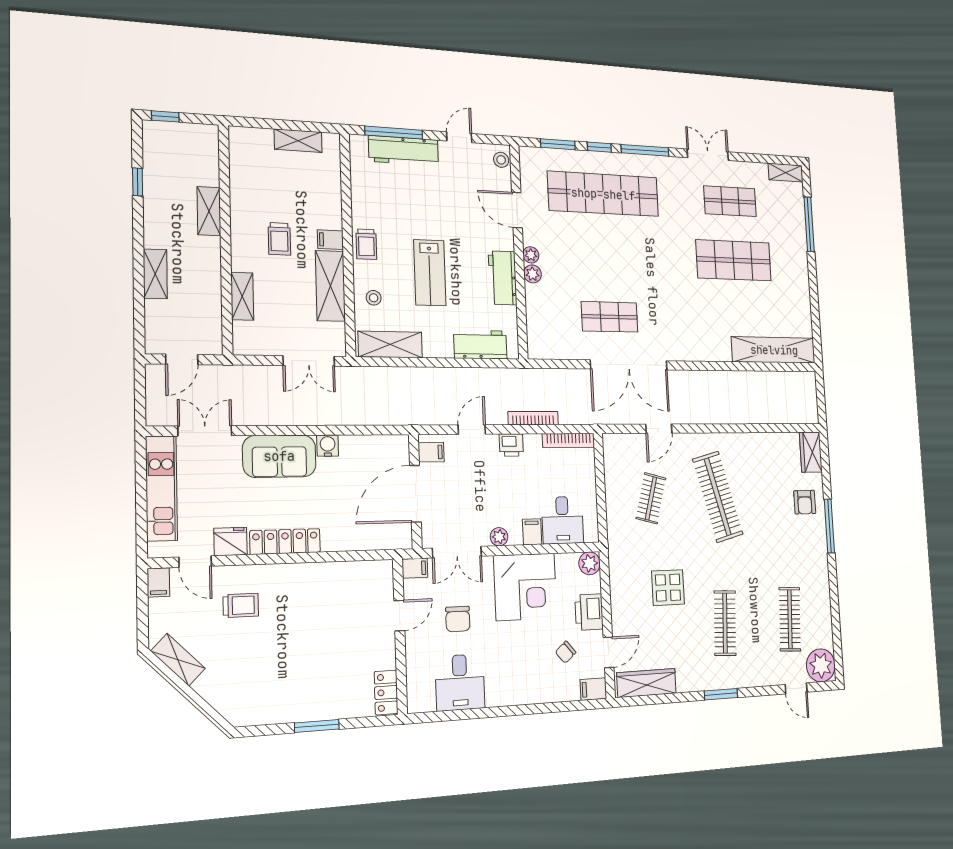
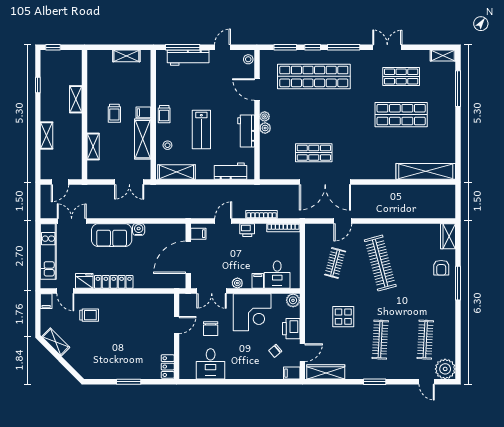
filing cabinet: (415, 568) -> (187, 299), removed

